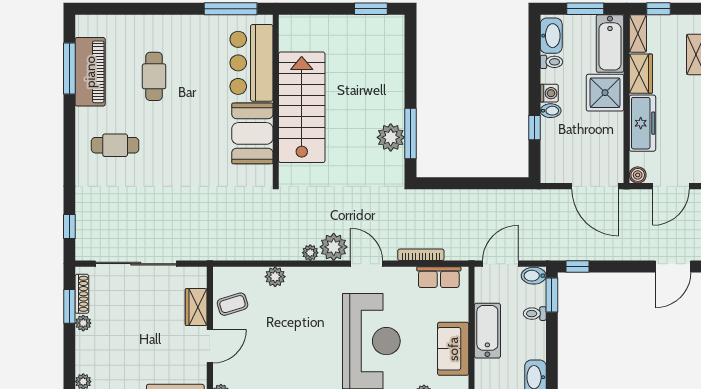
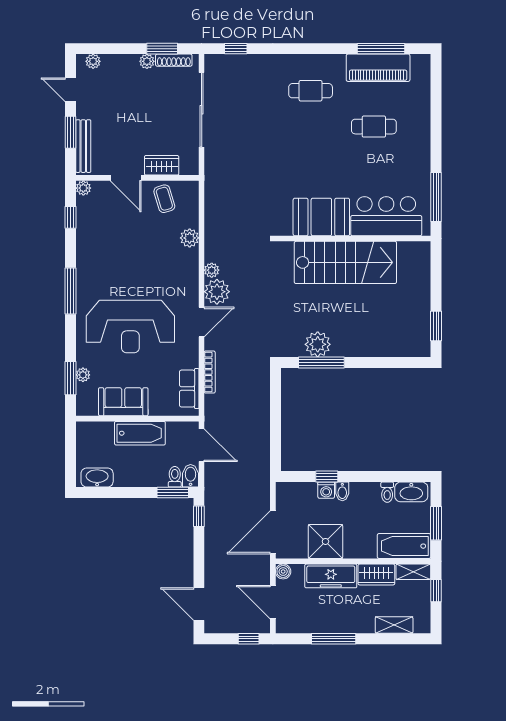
washing machine: (549, 93) -> (326, 490), moved
shower: (605, 93) -> (325, 541), moved
cafe table: (115, 145) -> (311, 91), turned 90
toilet: (535, 314) -> (175, 477), moved

